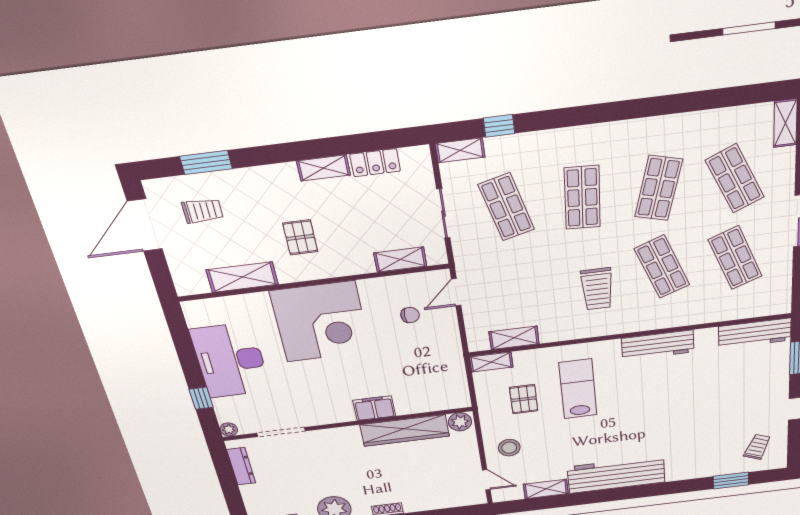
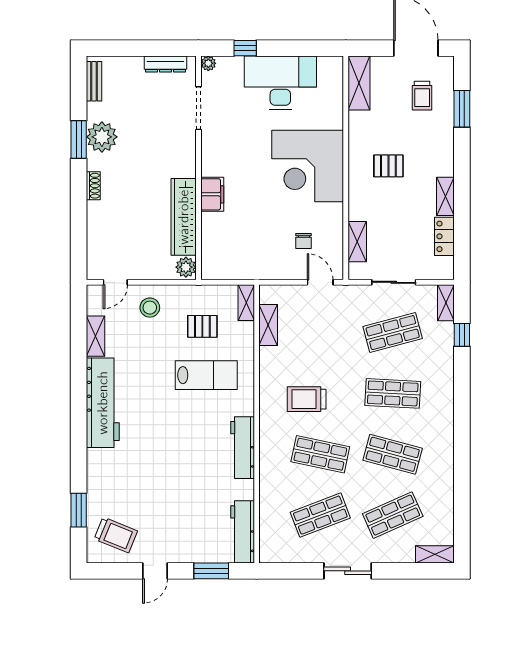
shop shelf: (662, 267) -> (320, 454), turned 33
shelving: (242, 277) -> (359, 83), moved
trolley: (757, 447) -> (116, 535), width x1.36, depth x1.39

